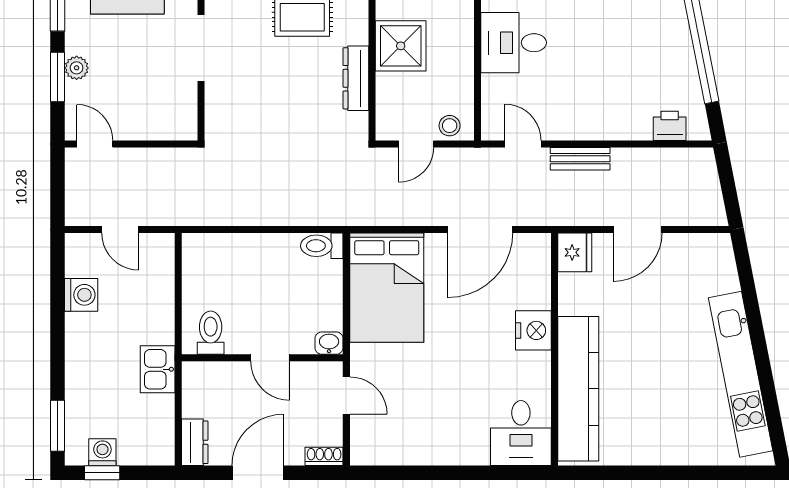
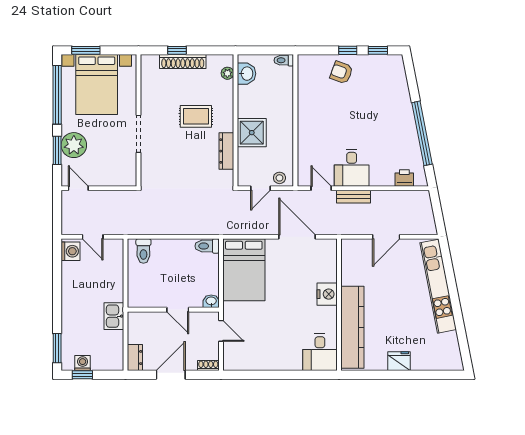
desk: (514, 43) -> (352, 168), moved, turned -90
plant: (77, 68) -> (74, 145), width x1.88, depth x1.88
door: (480, 229) -> (297, 237), swing flipped
fridge: (575, 252) -> (399, 361), moved, turned -90
washing machine: (81, 295) -> (70, 251), moved
toilet: (211, 333) -> (143, 251), moved, turned 180
kitchen unit: (741, 374) -> (438, 286), moved

